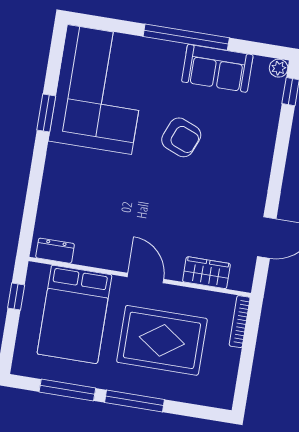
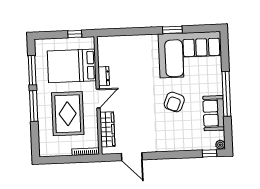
dresser: (55, 251) -> (104, 76), moved
wardrobe: (206, 273) -> (107, 129), width x1.50

